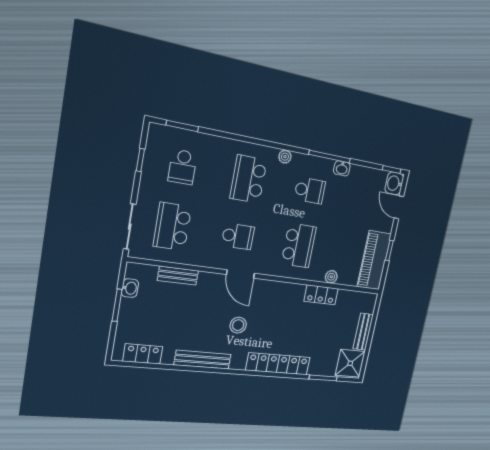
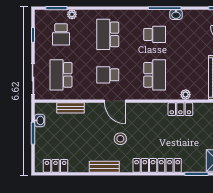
plant: (285, 157) -> (72, 14), moved
school desk: (238, 236) -> (108, 75), turned 180
bench: (203, 360) -> (104, 167), width x0.73

